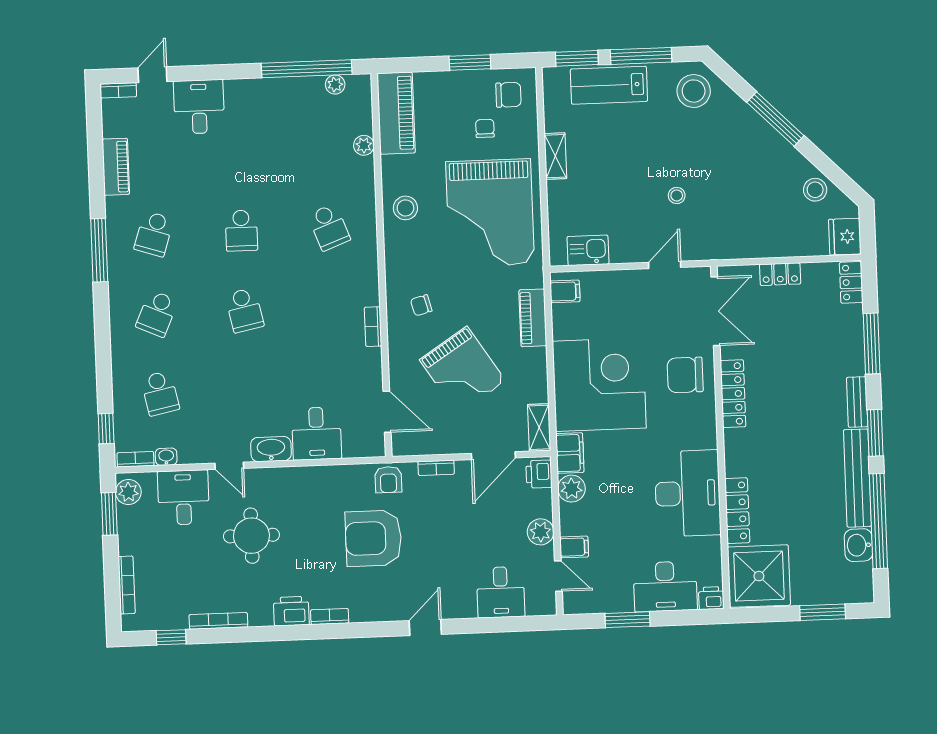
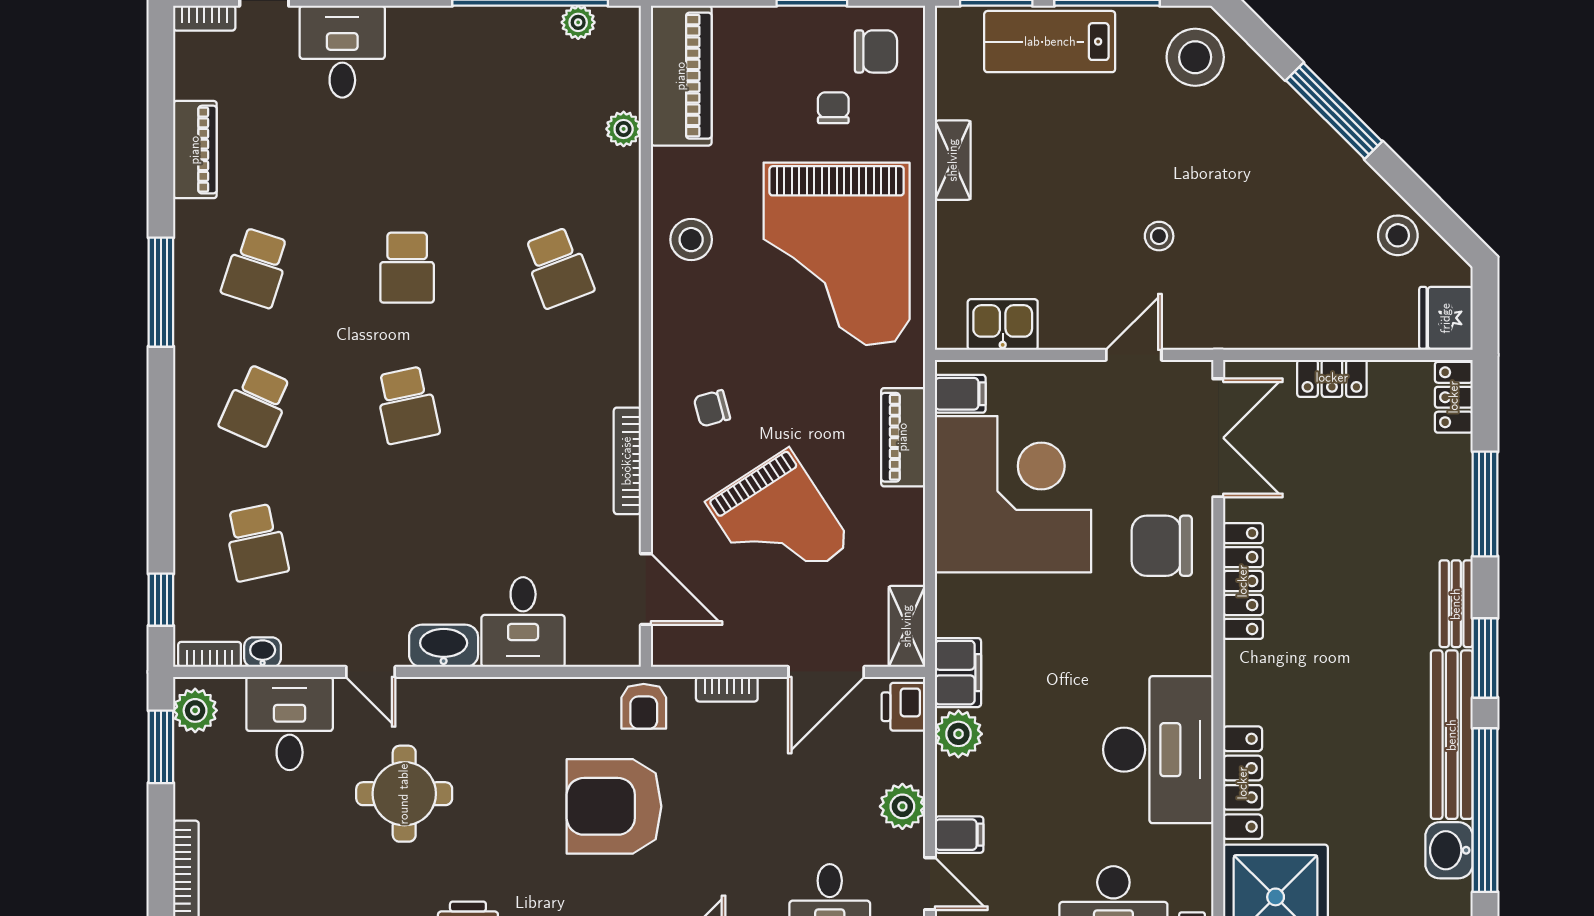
bookcase: (373, 327) -> (627, 461), width x1.56
corner desk: (599, 385) -> (1013, 494), moved

